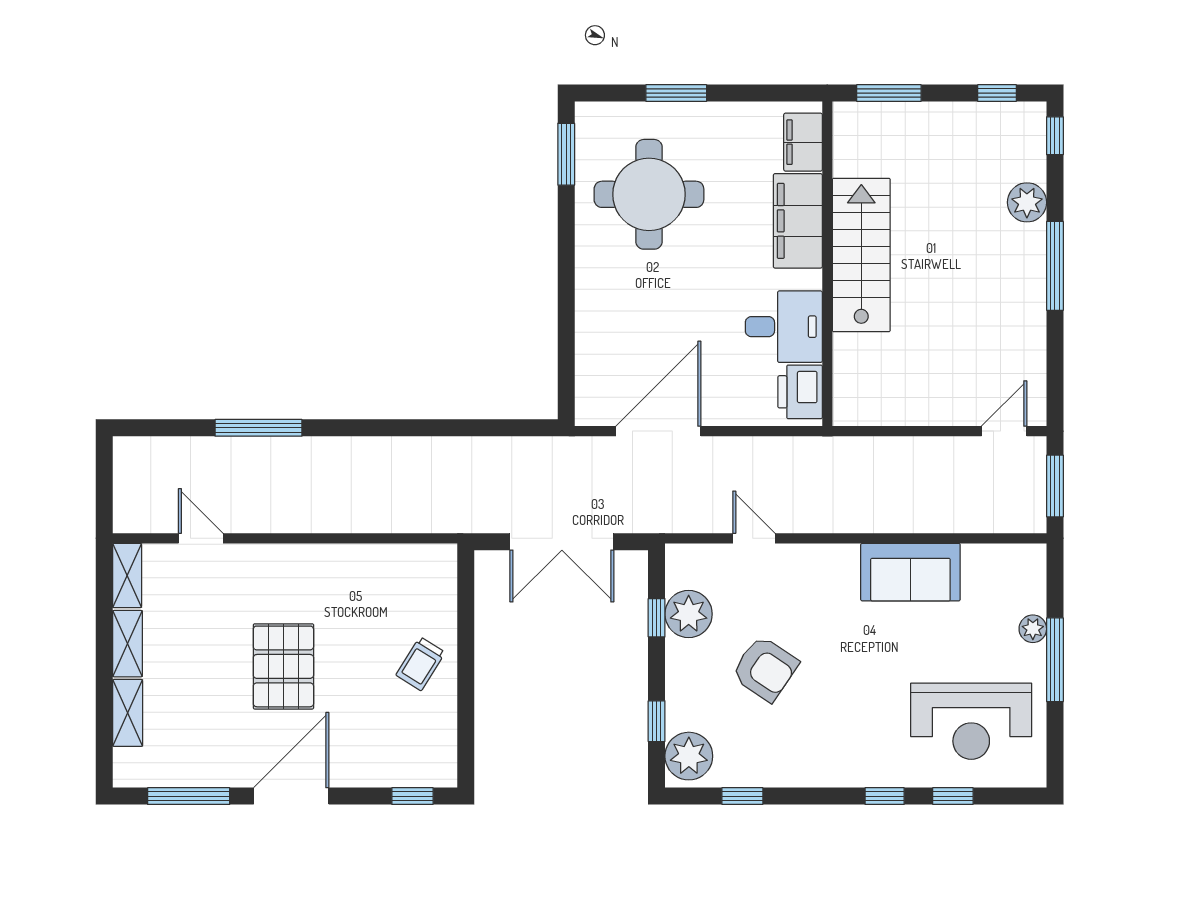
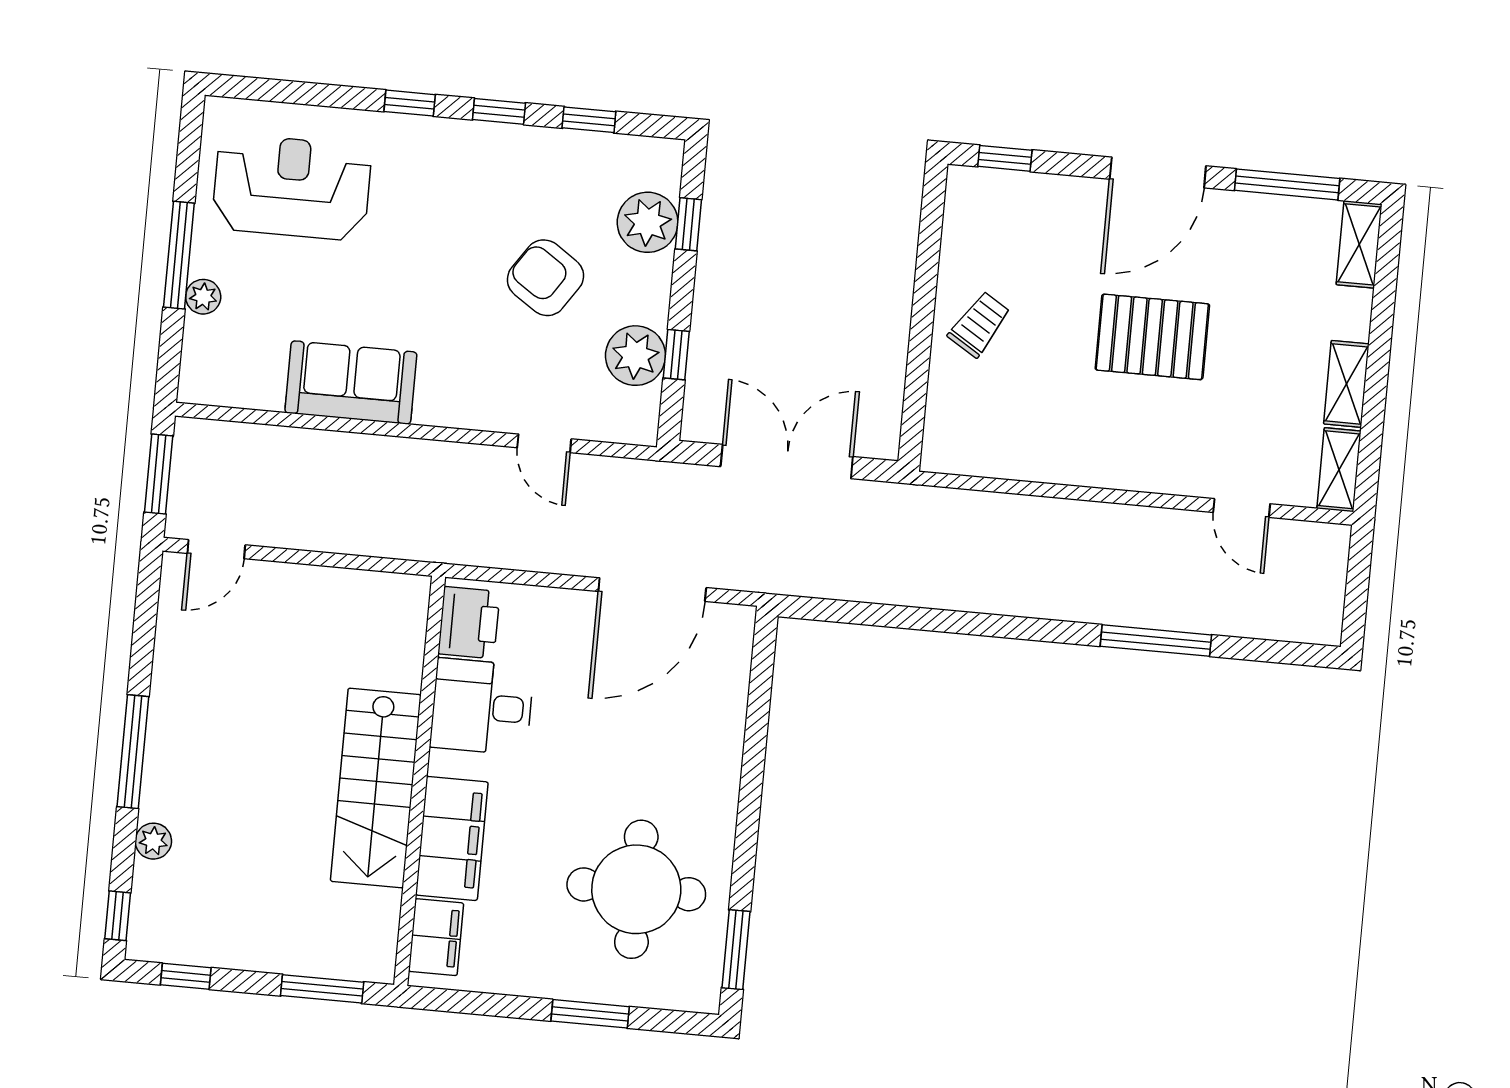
plant: (1027, 202) -> (153, 841), width x0.73, depth x0.73
pallet: (283, 666) -> (1152, 337), turned 90
shelving: (128, 713) -> (1359, 244), moved
plant: (689, 756) -> (648, 222), moved
window: (953, 796) -> (499, 111), moved

